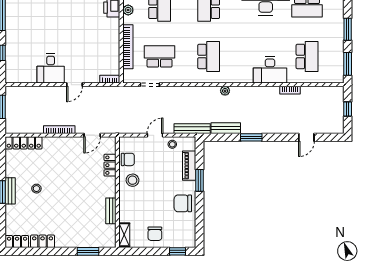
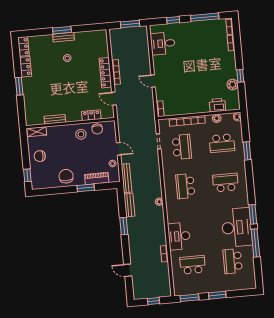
school desk: (209, 56) -> (185, 186), turned 90
school desk: (307, 56) -> (193, 265), turned 180
desk: (51, 68) -> (163, 43), moved
locker: (24, 143) -> (105, 73), moved
window: (88, 251) -> (19, 86), moved

